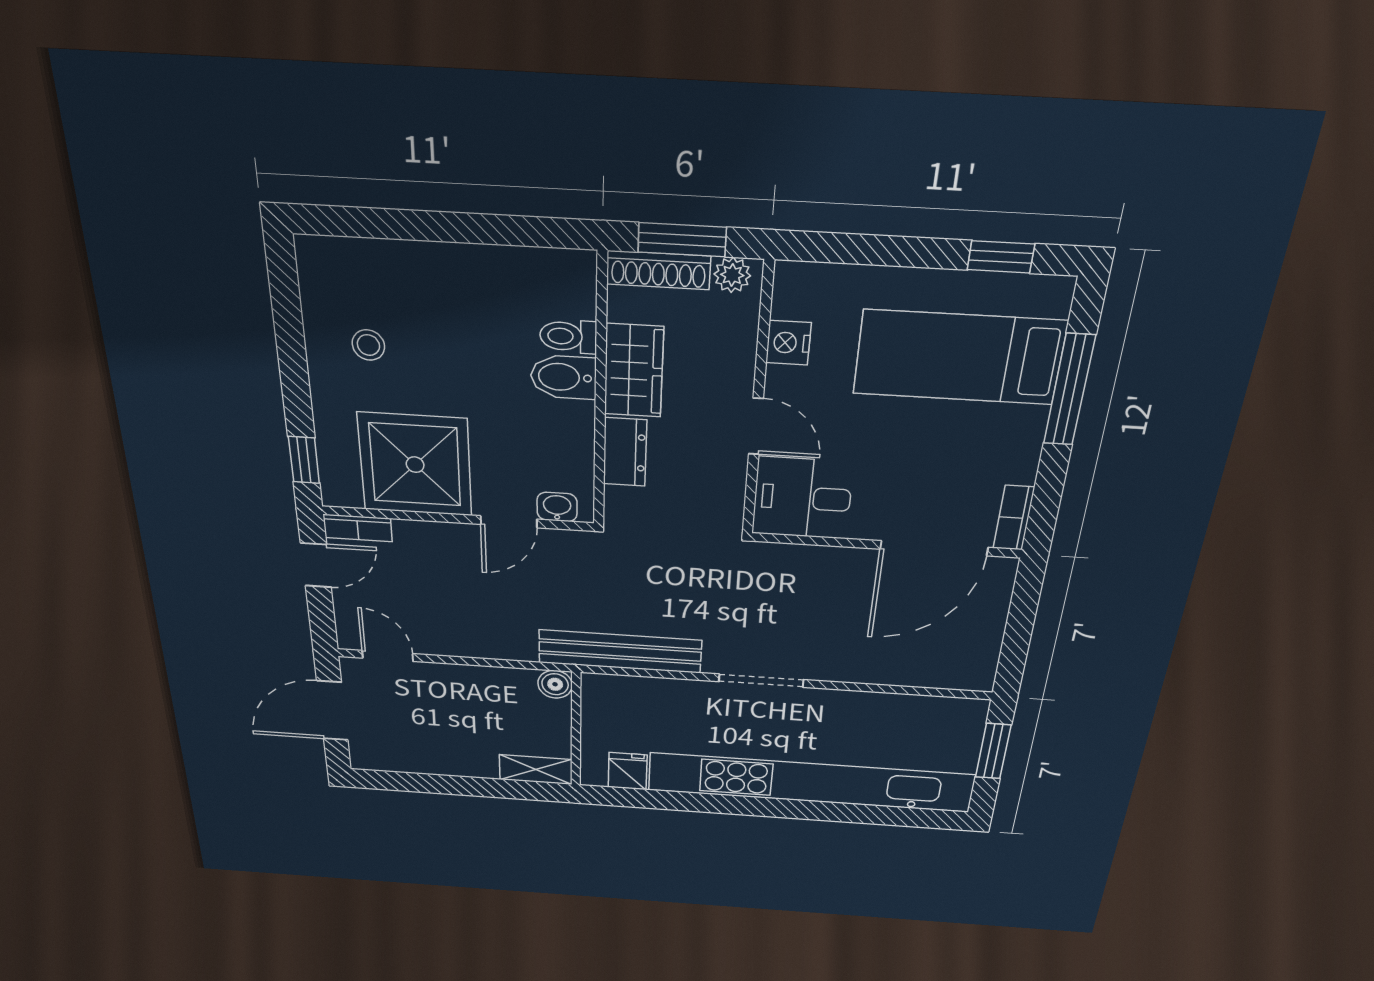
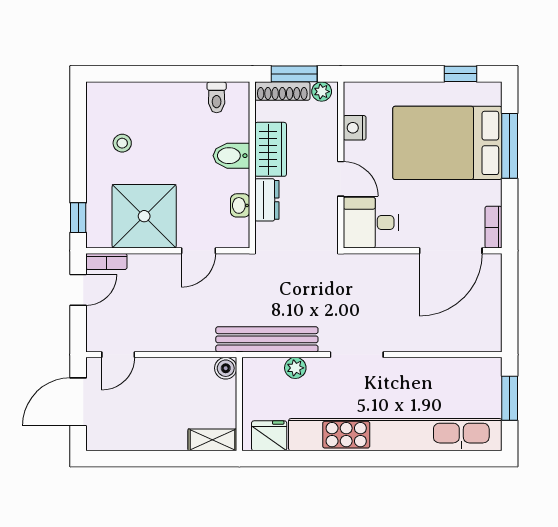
toilet: (568, 336) -> (217, 97), moved, turned -90
bed: (959, 357) -> (447, 143), width x1.50
washbasin: (557, 507) -> (240, 205), moved, turned -90
door: (388, 656) -> (118, 355), swing flipped
plant: (663, 691) -> (295, 368), added
fridge: (628, 771) -> (269, 436), width x1.38

